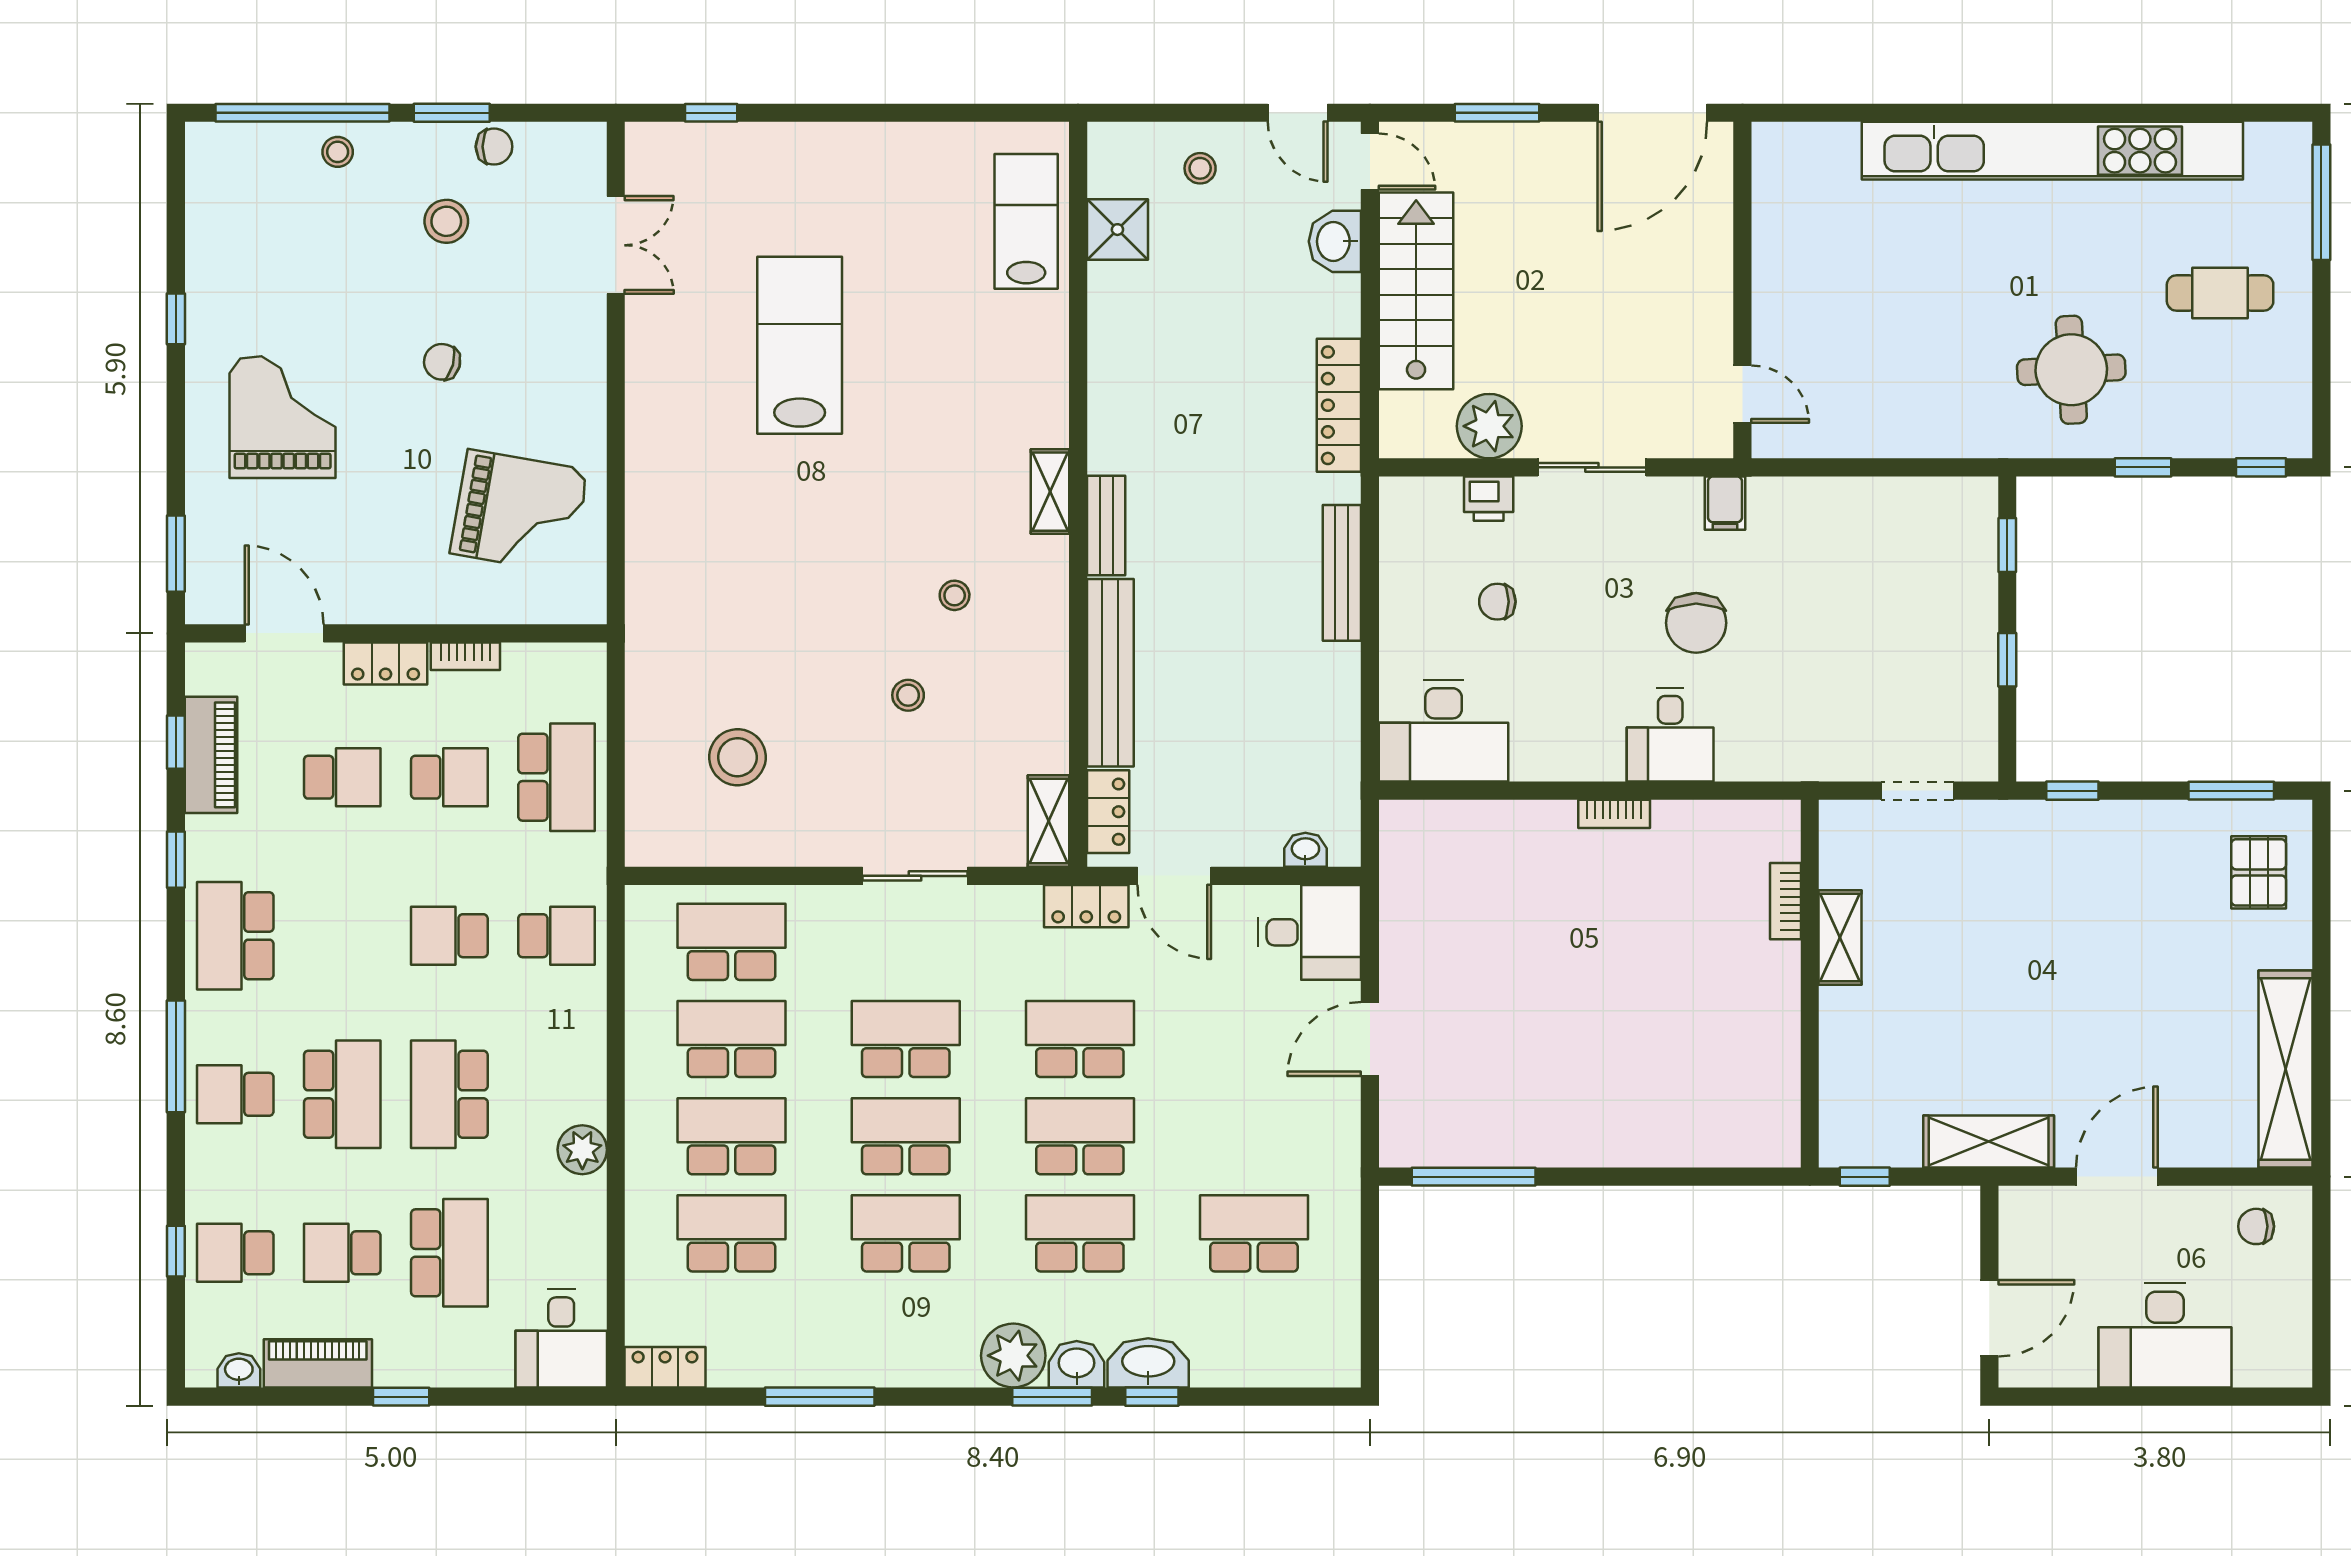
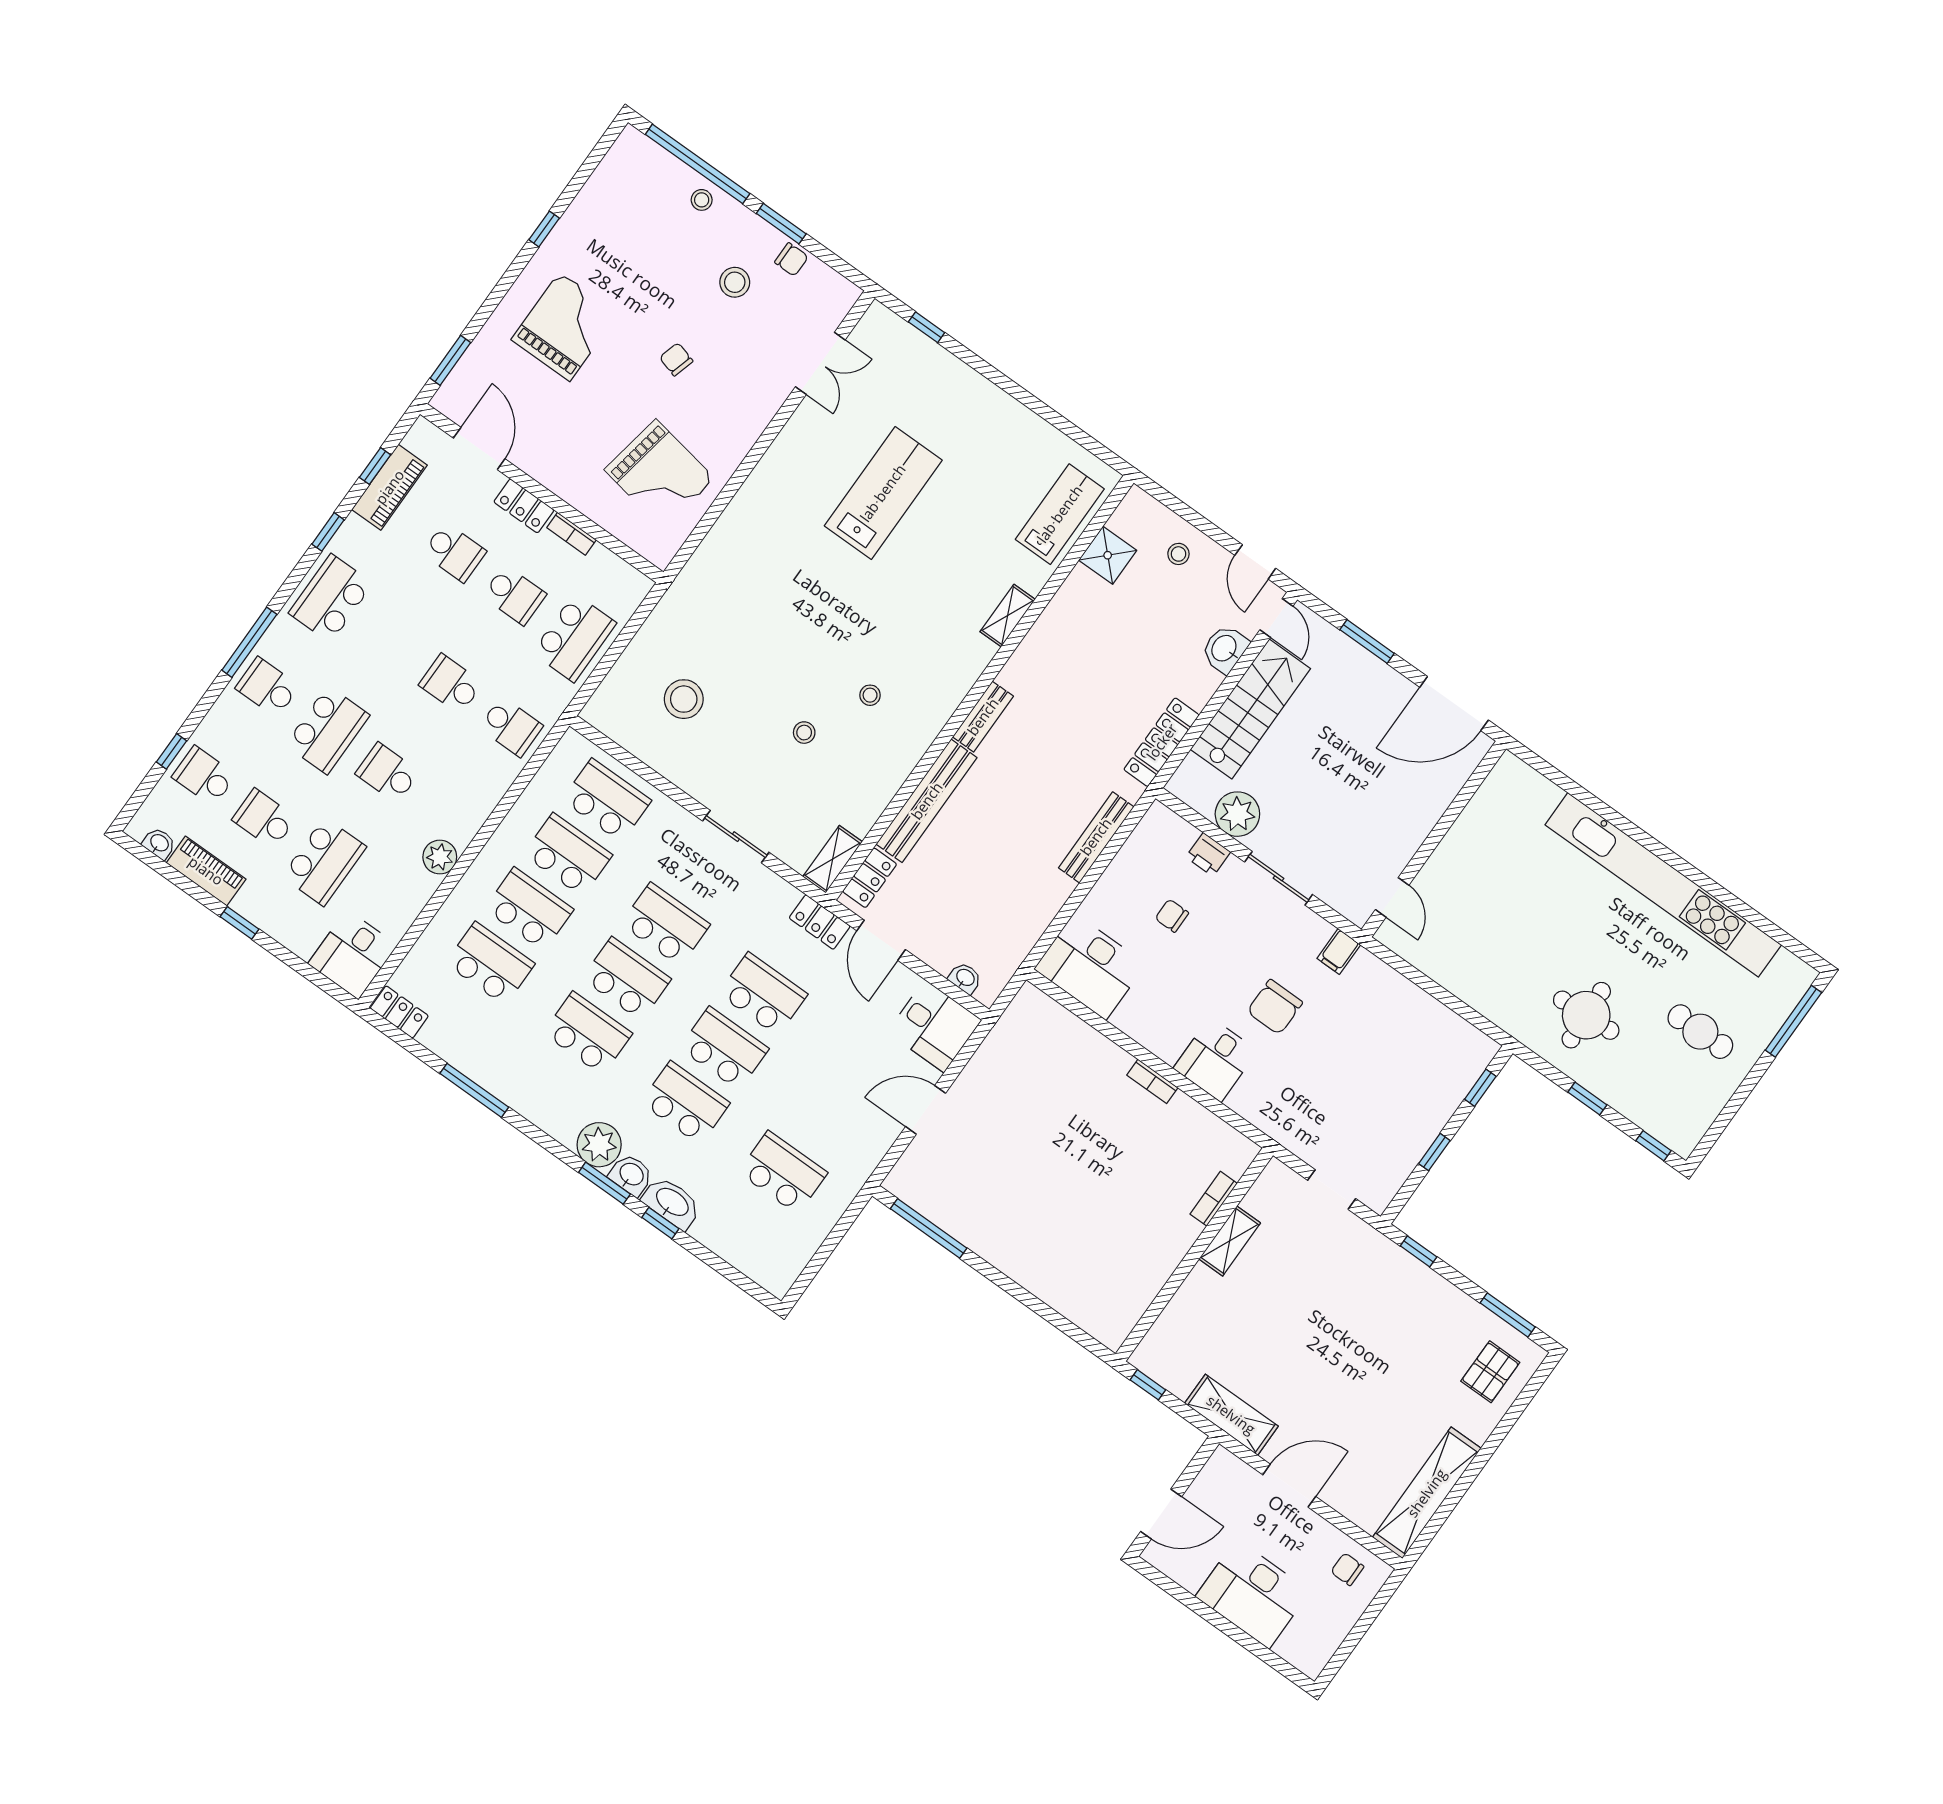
shelving: (1050, 492) -> (1008, 616), moved
school desk: (449, 1094) -> (387, 773), width x0.54

